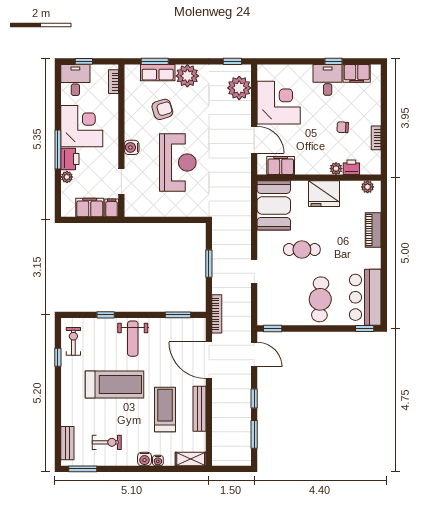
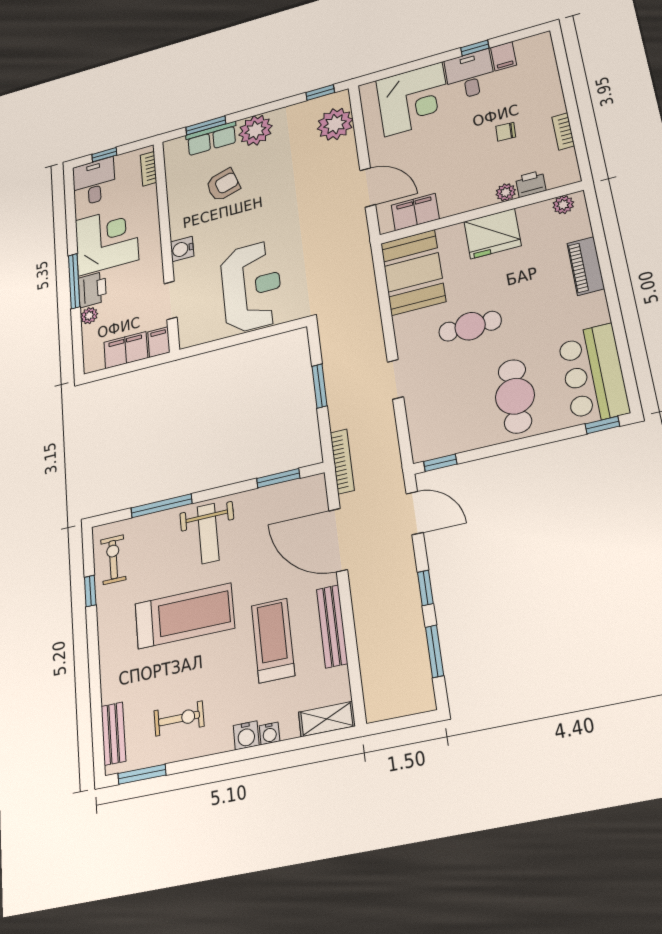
filing cabinet: (357, 73) -> (504, 56), width x0.50
corner desk: (279, 103) -> (413, 99), moved, turned 90
reception desk: (178, 162) -> (252, 287), moved
window: (106, 315) -> (162, 506), width x2.17

